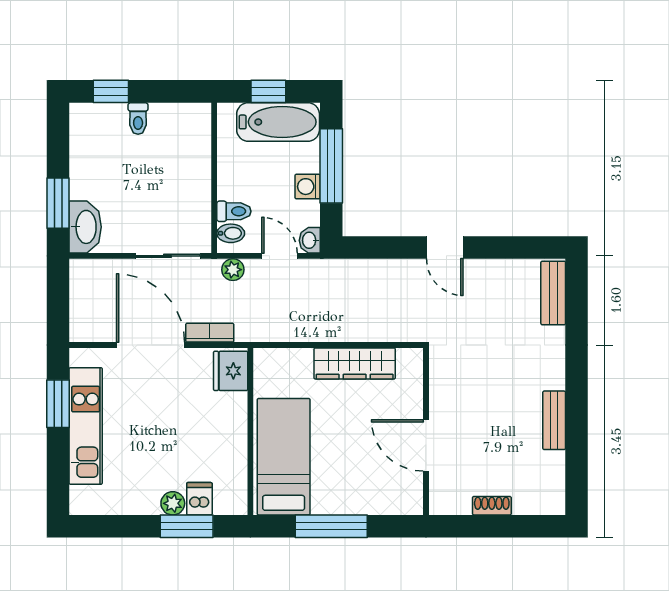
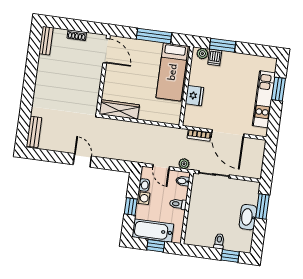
window: (331, 166) -> (131, 206), width x0.46
toilet: (234, 211) -> (178, 204), moved
washbasin: (85, 227) -> (248, 217), moved
washbasin: (310, 240) -> (144, 185), moved
wardrobe: (355, 363) -> (119, 110), moved
fridge: (231, 371) -> (194, 96), moved
window: (58, 404) -> (278, 89), moved
bench: (554, 420) -> (46, 41), moved
door: (426, 445) -> (106, 51), moved
plant: (173, 503) -> (202, 54), moved

